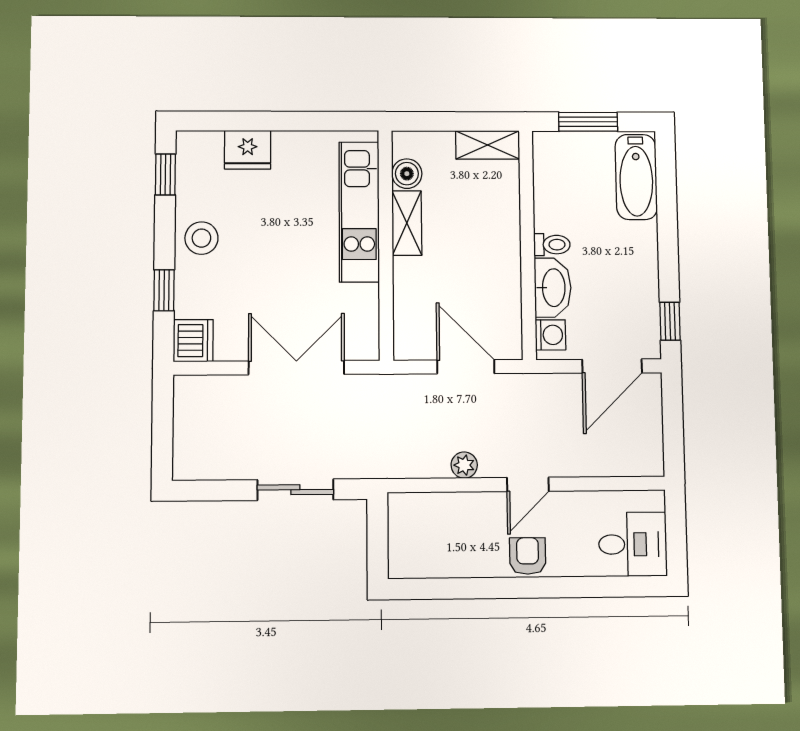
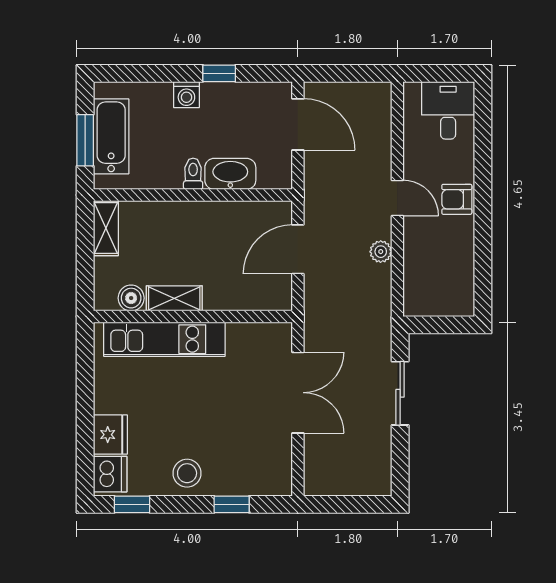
bathtub: (636, 177) -> (111, 136), moved, turned -90
window: (670, 321) -> (219, 73), moved
washing machine: (550, 335) -> (186, 95), moved, turned 180
dishwasher: (193, 341) -> (110, 474), moved, turned 90
double door: (296, 368) -> (298, 393), swing flipped

